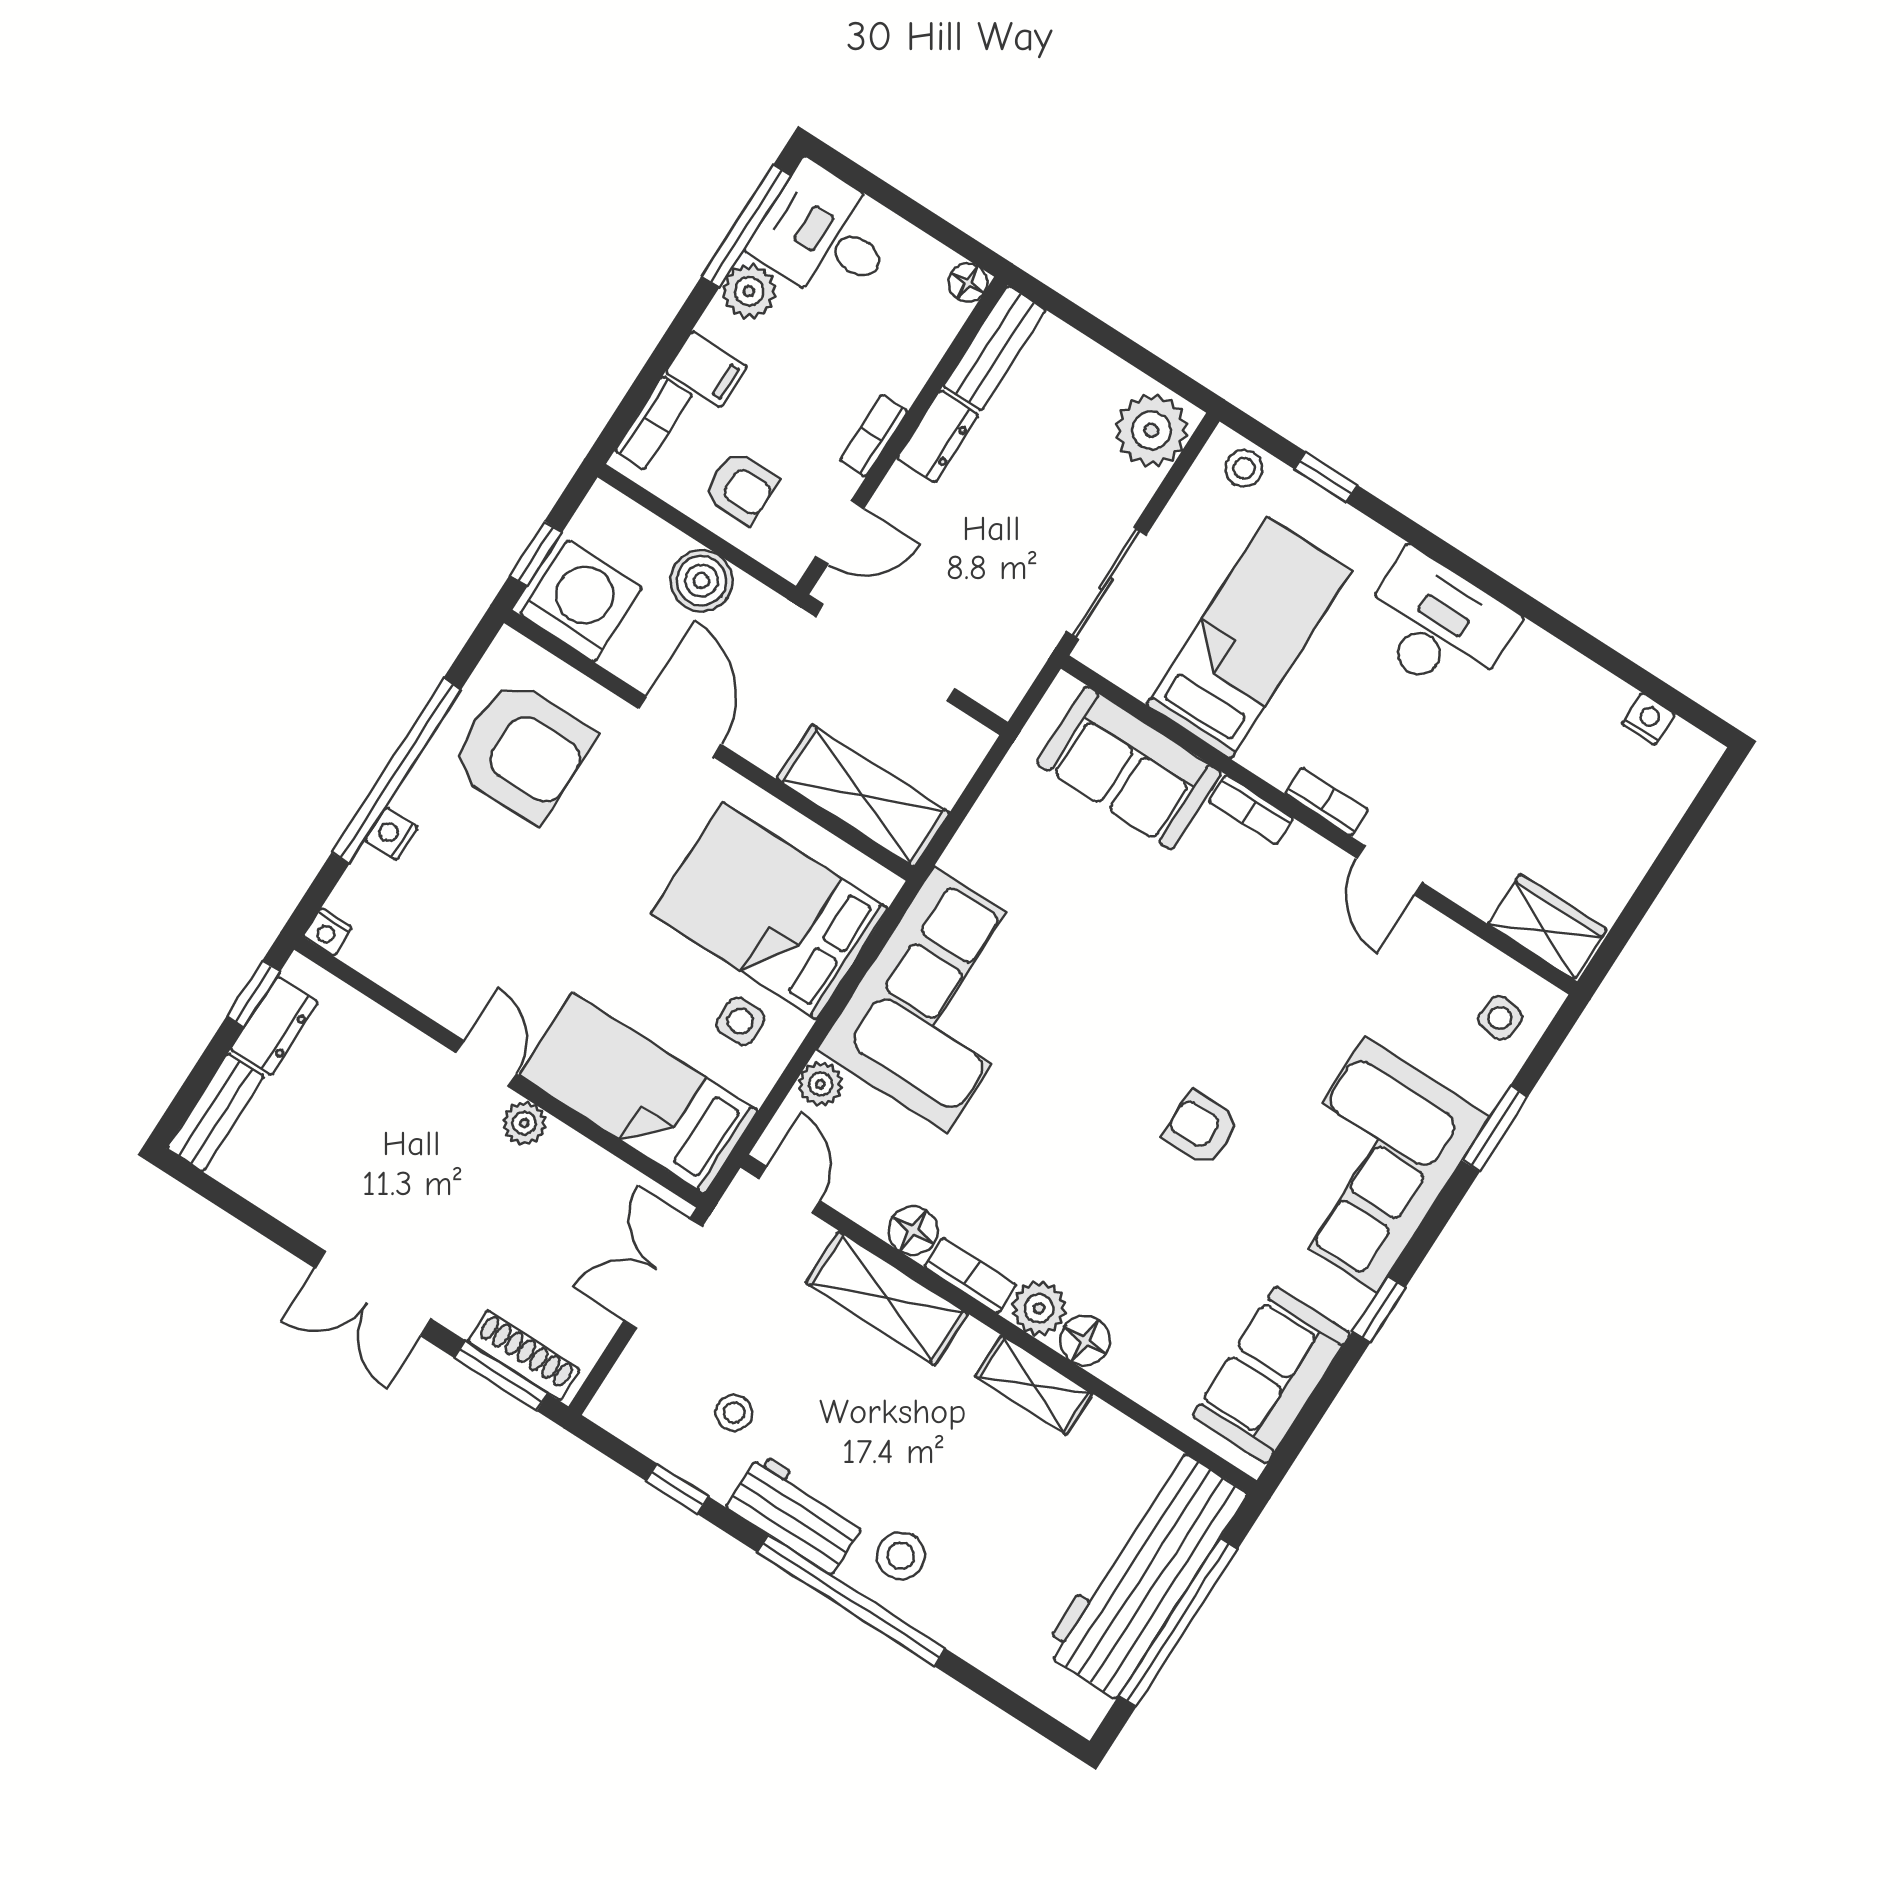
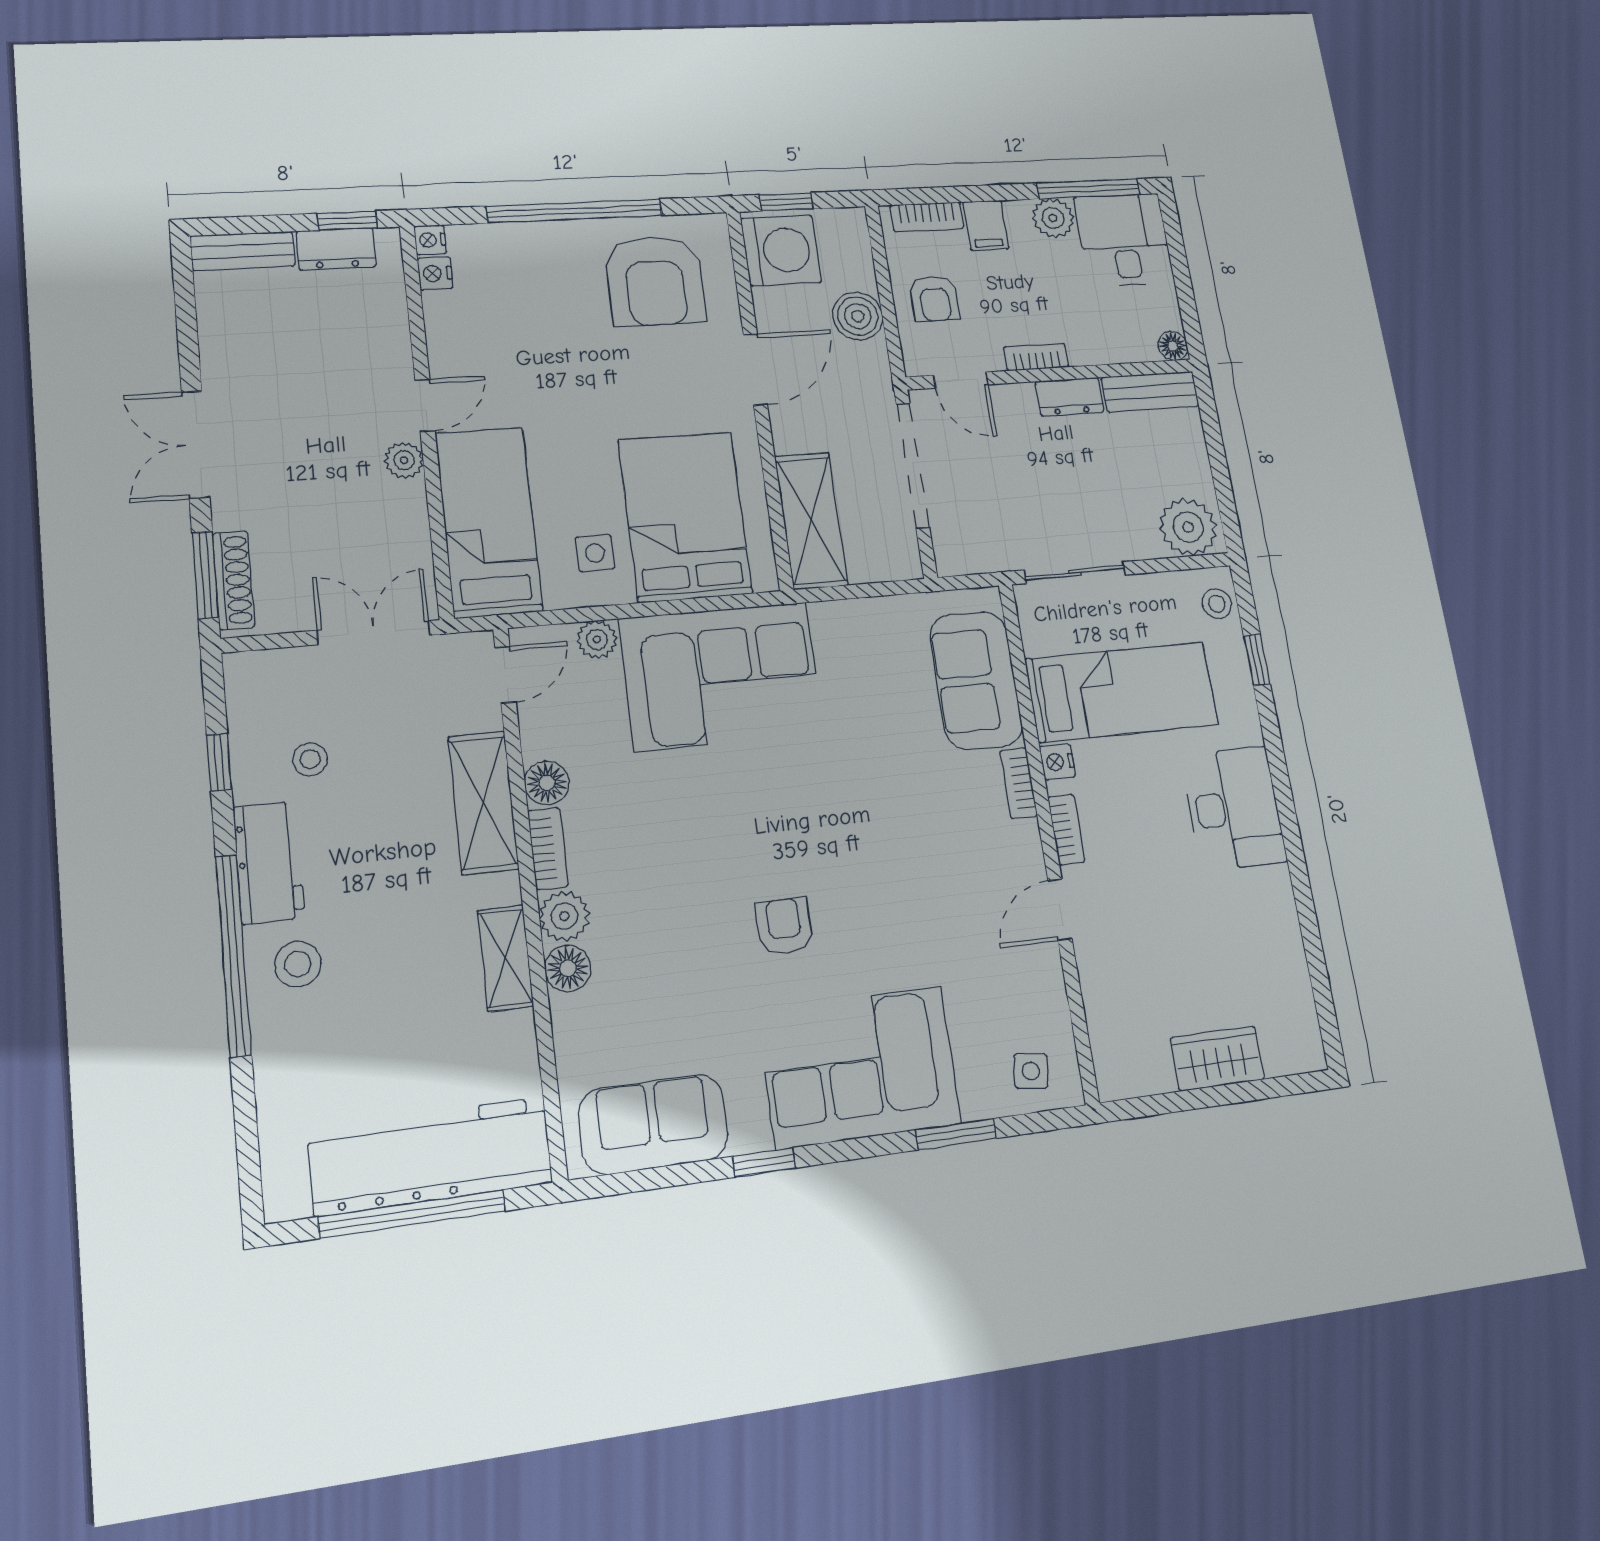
nightstand: (1648, 719) -> (1057, 762), moved, turned 180
nightstand: (391, 834) -> (435, 273), moved, turned -90
wardrobe: (1547, 927) -> (1217, 1059), moved, turned -90

